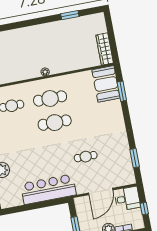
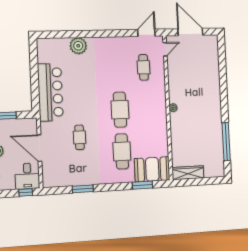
window: (70, 15) -> (226, 142), width x2.11
cafe table: (50, 98) -> (122, 151), moved
window: (135, 158) -> (83, 189), moved
window: (144, 209) -> (26, 192), moved

